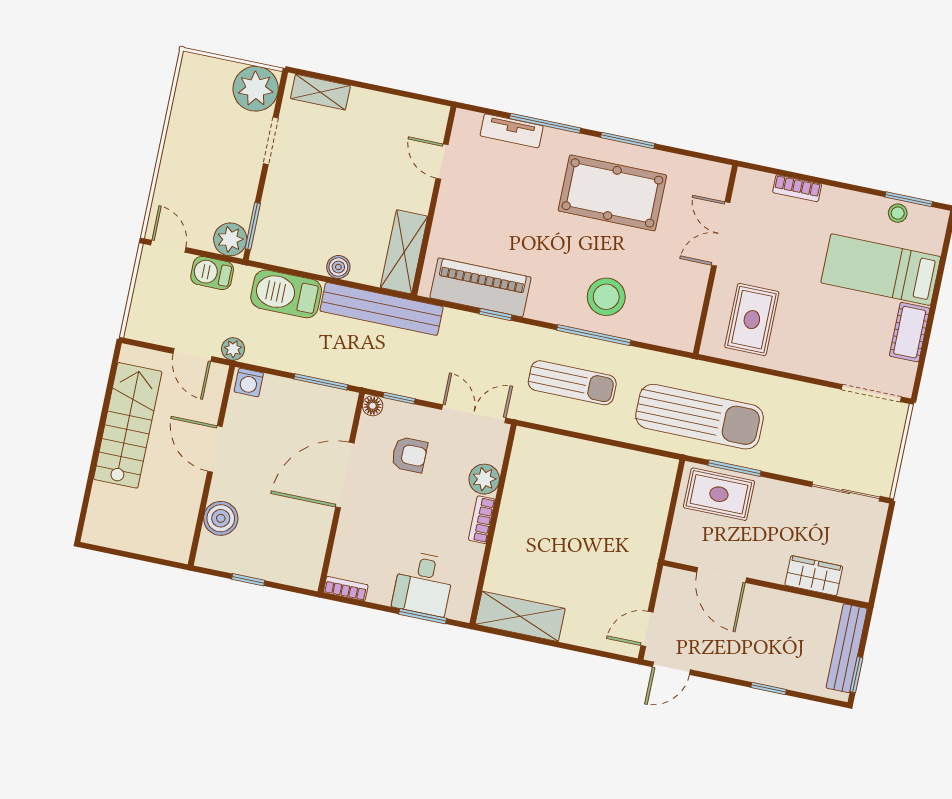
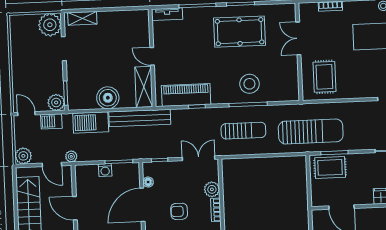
tv unit: (512, 131) -> (167, 14), moved
door: (442, 162) -> (152, 56), moved
boiler: (338, 267) -> (108, 98), width x1.86, depth x1.86
plant: (142, 325) -> (23, 156), added
washing machine: (249, 382) -> (105, 170), moved
floor lamp: (373, 406) -> (148, 182), moved
armchair: (409, 455) -> (179, 211), moved, turned 180

